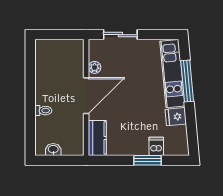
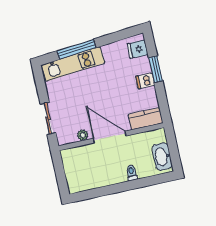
fridge: (176, 117) -> (137, 49), moved, turned 95
dishwasher: (156, 146) -> (145, 81), moved
washbasin: (53, 149) -> (162, 157), width x1.91, depth x1.45

